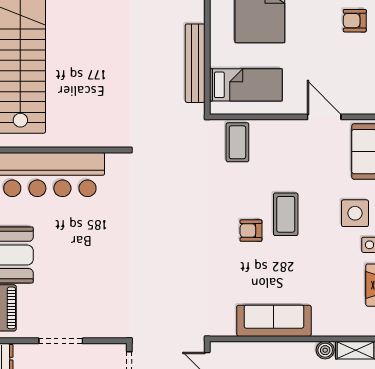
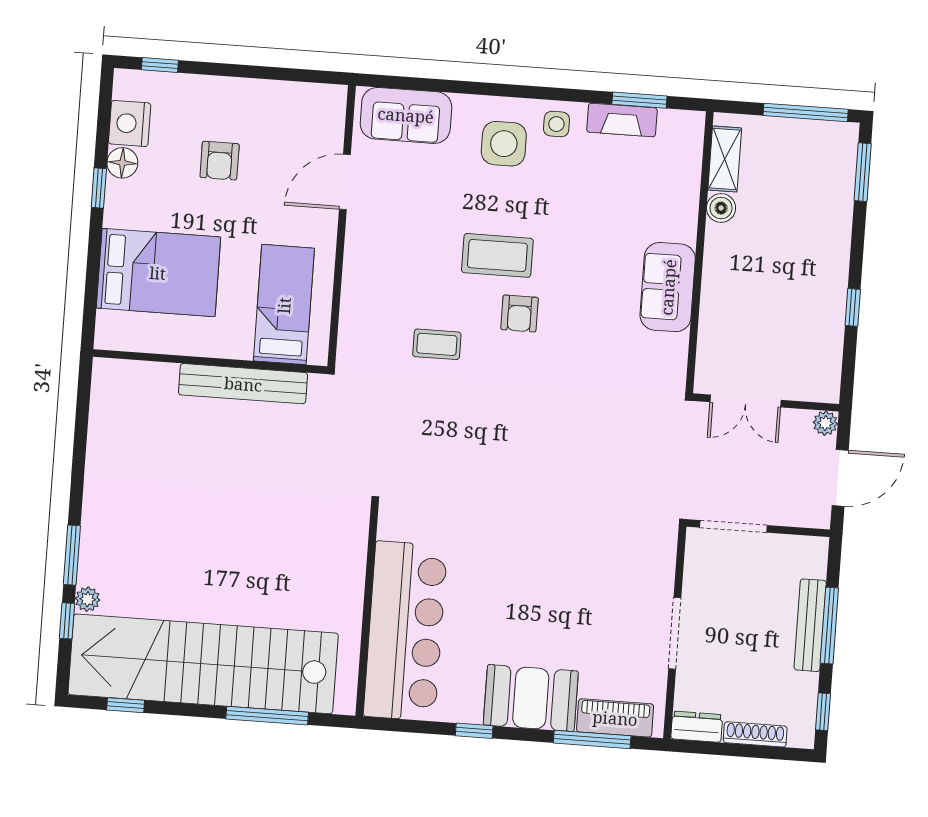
armchair: (355, 21) -> (220, 161), moved
coffee table: (237, 142) -> (437, 344), moved, width x0.73, depth x0.77
sofa: (274, 321) -> (668, 287), width x0.73

